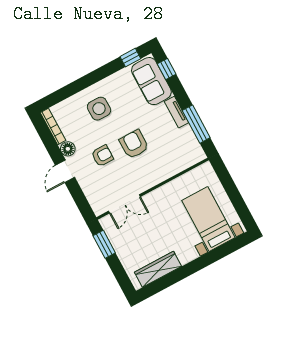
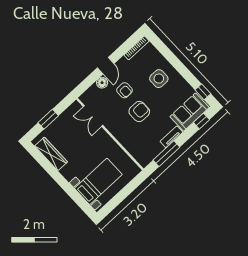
floor lamp: (68, 149) -> (102, 83), moved
door: (65, 171) -> (106, 66), swing flipped
window: (104, 244) -> (48, 119), moved

